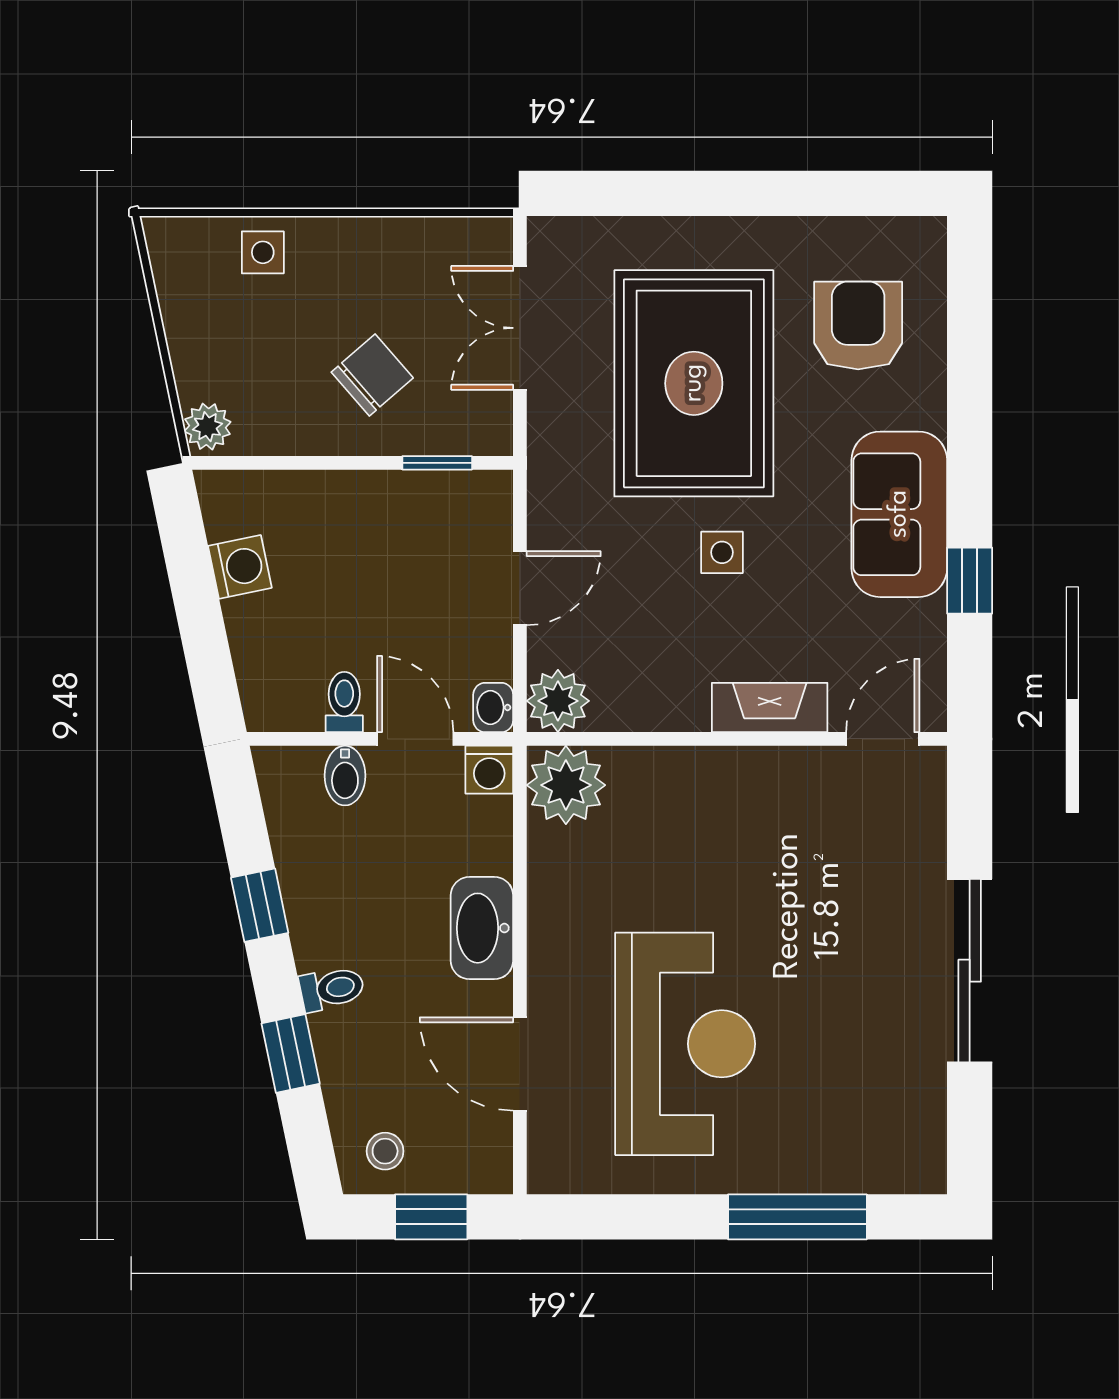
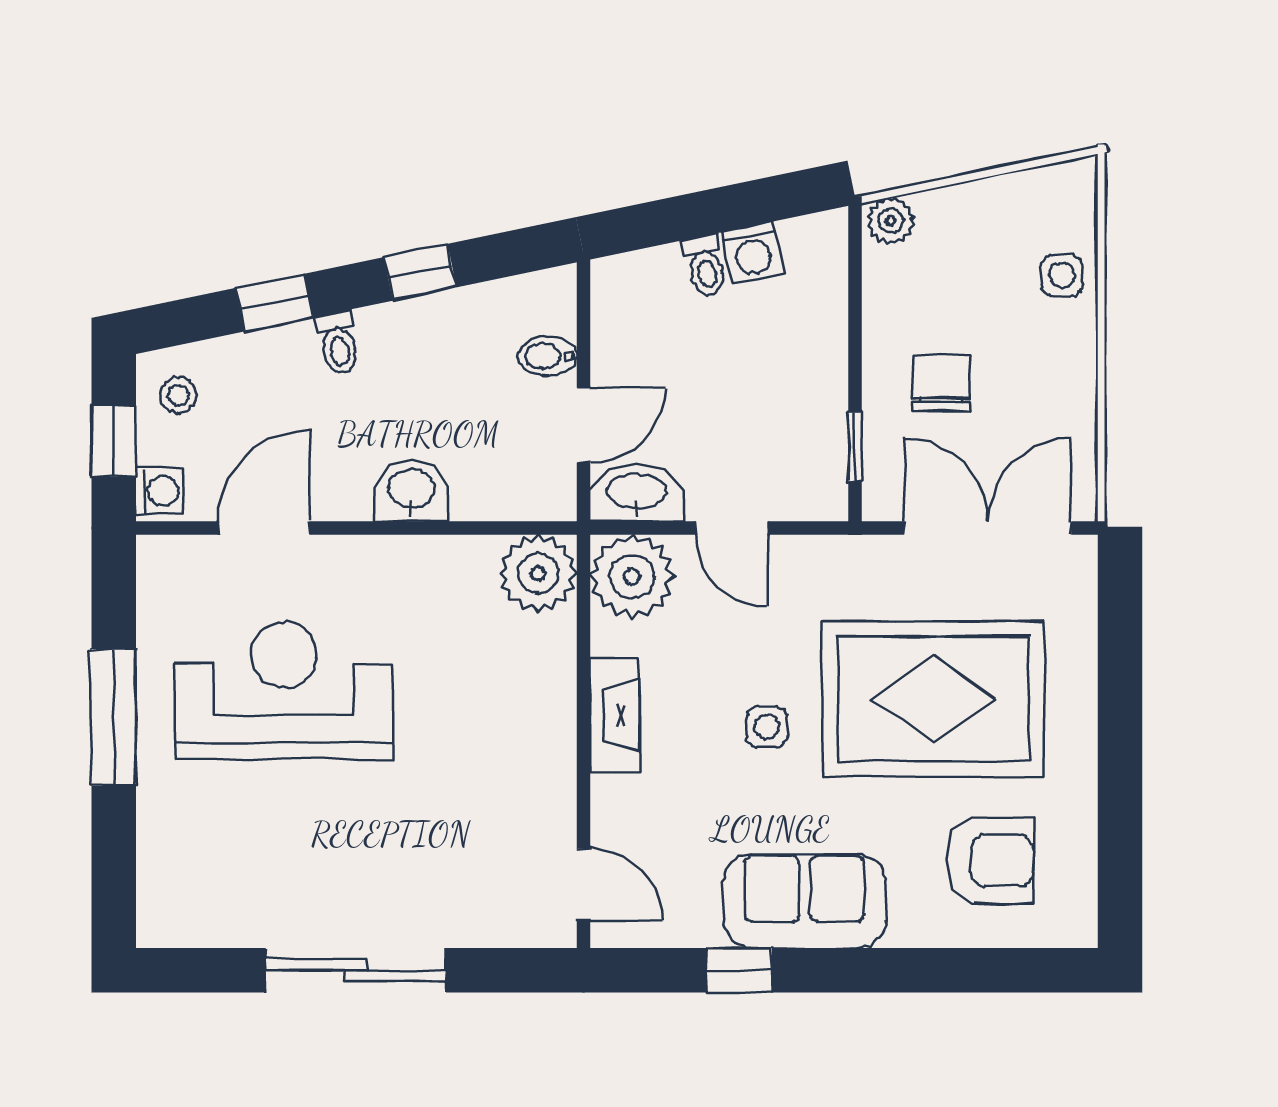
double door: (520, 328) -> (988, 528), width x1.37
chair: (372, 375) -> (941, 383), turned -139
plant: (558, 701) -> (632, 577), width x1.36, depth x1.36
toilet: (344, 702) -> (705, 266), moved, turned 78
washbasin: (493, 707) -> (637, 493), width x1.91, depth x1.45
fireplace: (770, 707) -> (615, 716), moved
washing machine: (489, 770) -> (159, 491), moved, turned 180
washbasin: (482, 928) -> (412, 491), width x0.72
reception desk: (685, 1044) -> (284, 690), turned 180
window: (797, 1217) -> (114, 717), moved

